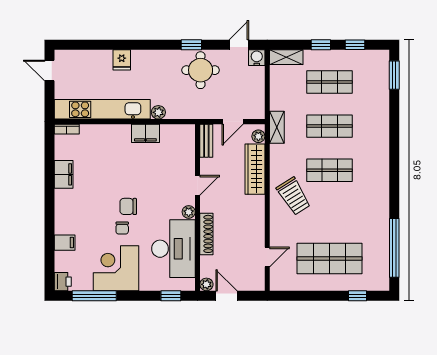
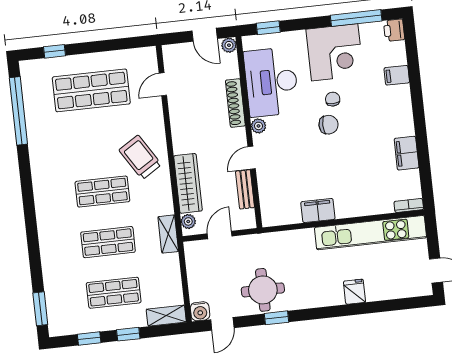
plant: (158, 112) -> (306, 236), removed
bench: (206, 141) -> (245, 189), moved

